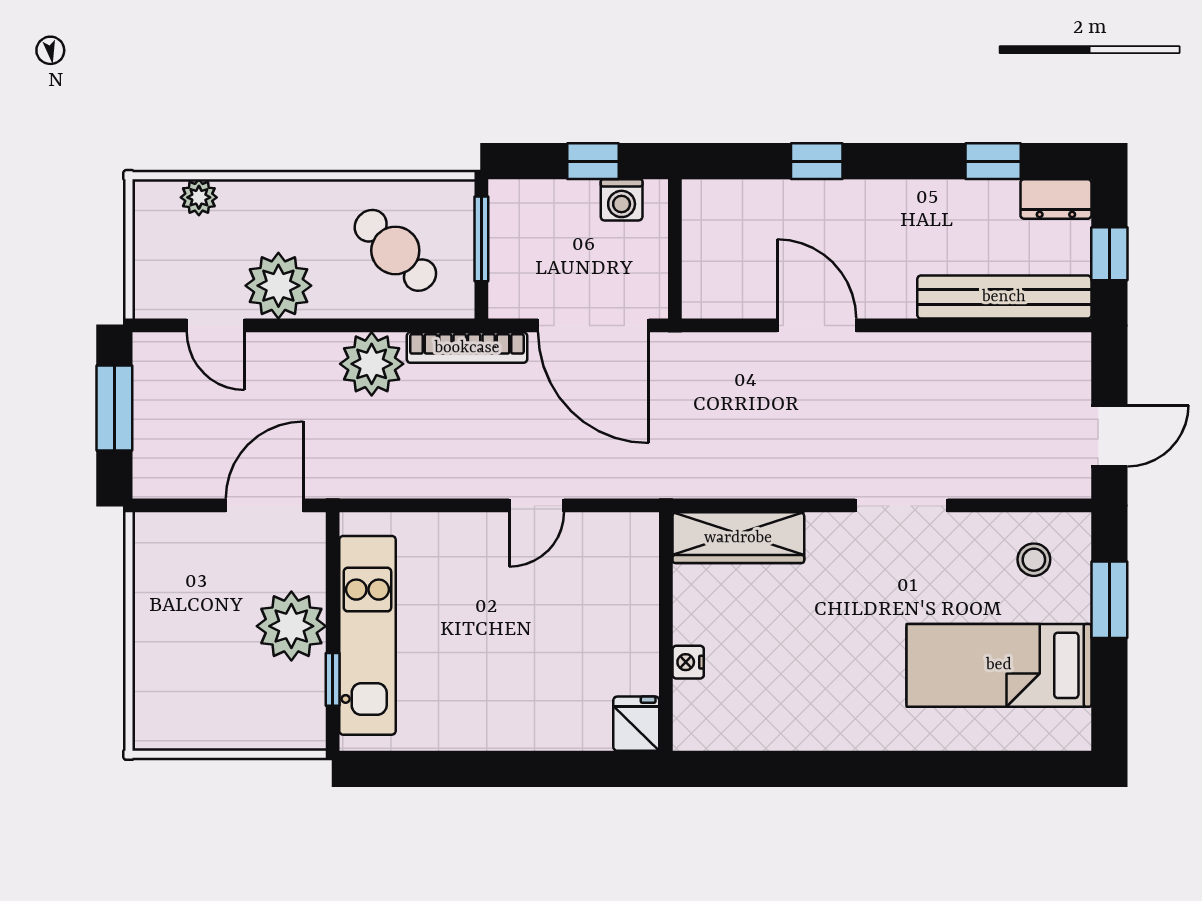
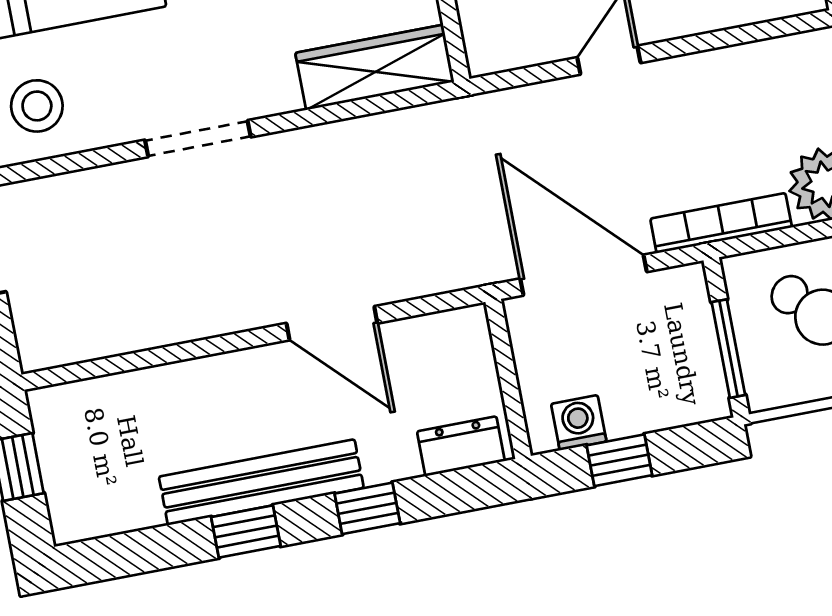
window: (993, 161) -> (246, 531), moved
dresser: (1056, 199) -> (461, 446), moved
bench: (1004, 297) -> (261, 482), moved
stool: (1034, 560) -> (37, 106), width x1.37, depth x1.37

